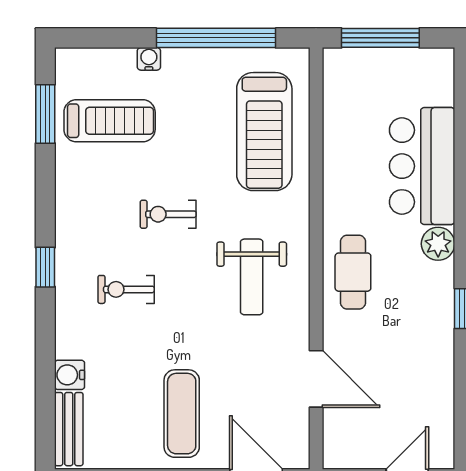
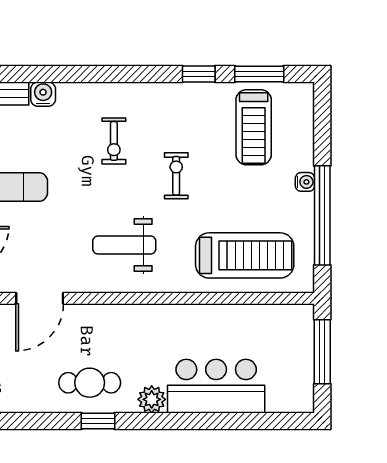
water cooler: (149, 59) -> (305, 182), moved
treadmill: (264, 132) -> (245, 255), turned 180
window: (45, 267) -> (199, 74), moved
cafe table: (353, 272) -> (90, 383), moved
exercise bike: (126, 289) -> (114, 141), turned 180

